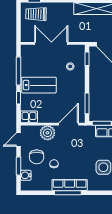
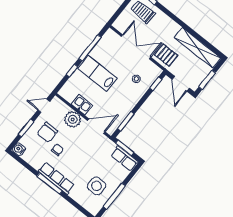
pallet: (78, 32) -> (166, 55), added
lab bench: (39, 85) -> (98, 73), turned 180
kitchen sink: (29, 117) -> (82, 105), moved
water cooler: (26, 175) -> (19, 149), moved

